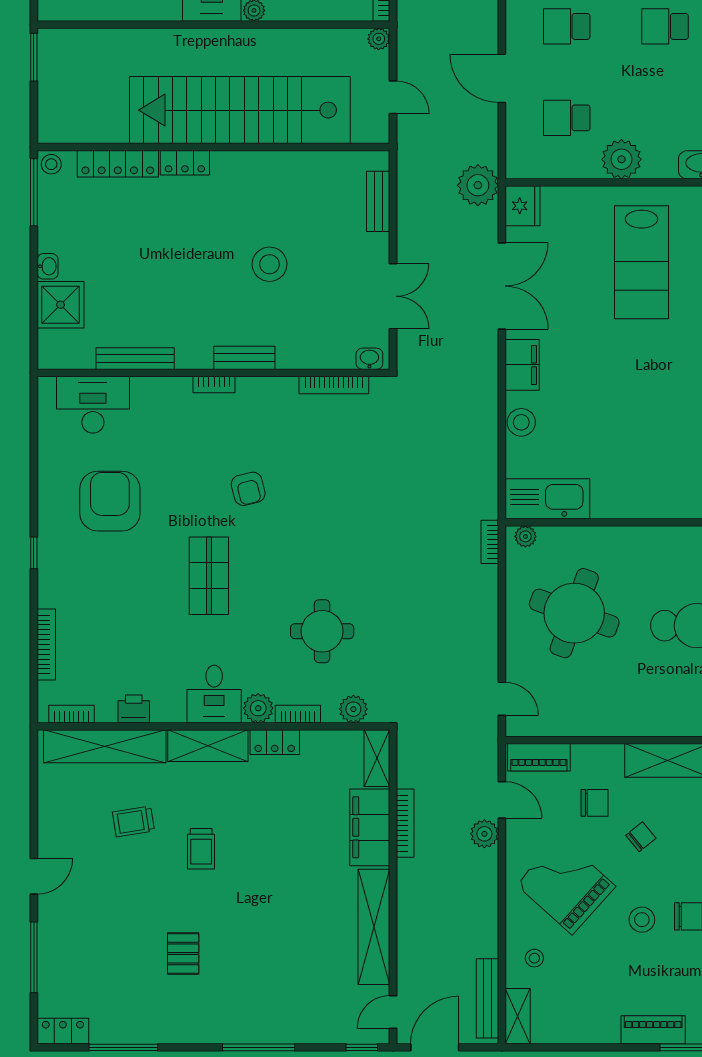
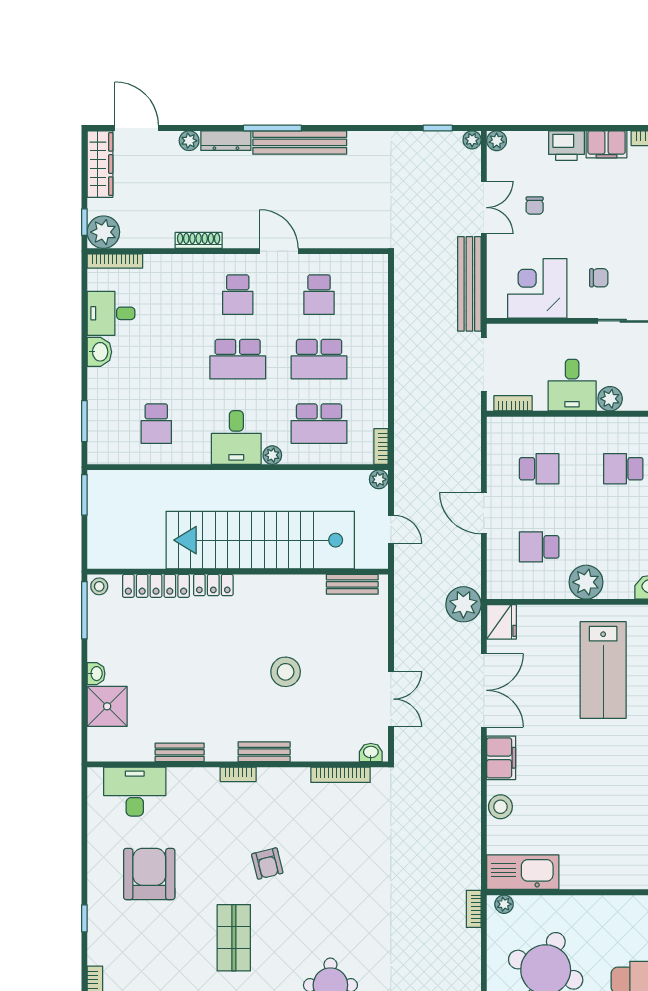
school desk: (567, 26) -> (539, 469), turned 180
bench: (378, 201) -> (352, 584), moved, turned 90
bench: (135, 359) -> (180, 752), width x0.73

